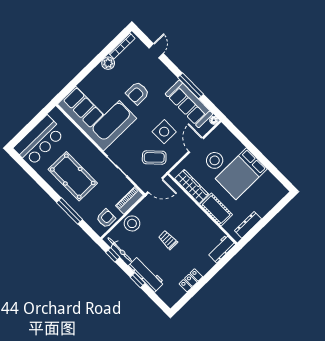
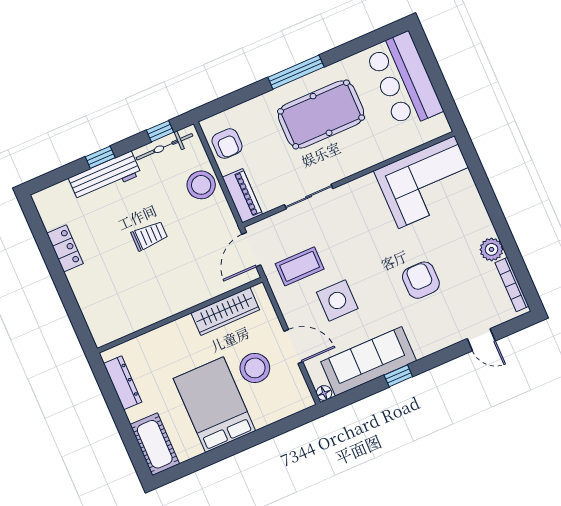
window: (191, 86) -> (398, 376), width x0.46
corner sofa: (97, 111) -> (427, 182), width x0.73, depth x0.74
coffee table: (154, 157) -> (300, 266), turned 44
cot: (216, 210) -> (155, 444), moved, turned 90
window: (70, 211) -> (296, 72), moved
workbench: (221, 249) -> (99, 321), removed

